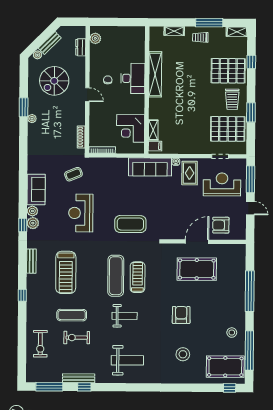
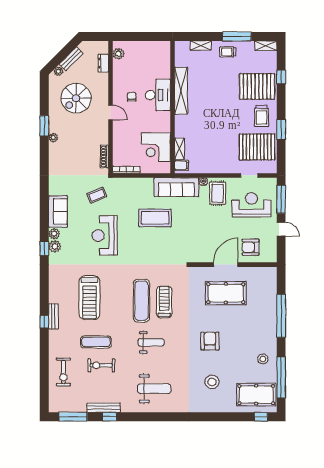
coffee table: (130, 224) -> (155, 218), moved
bench: (31, 261) -> (53, 316), moved

